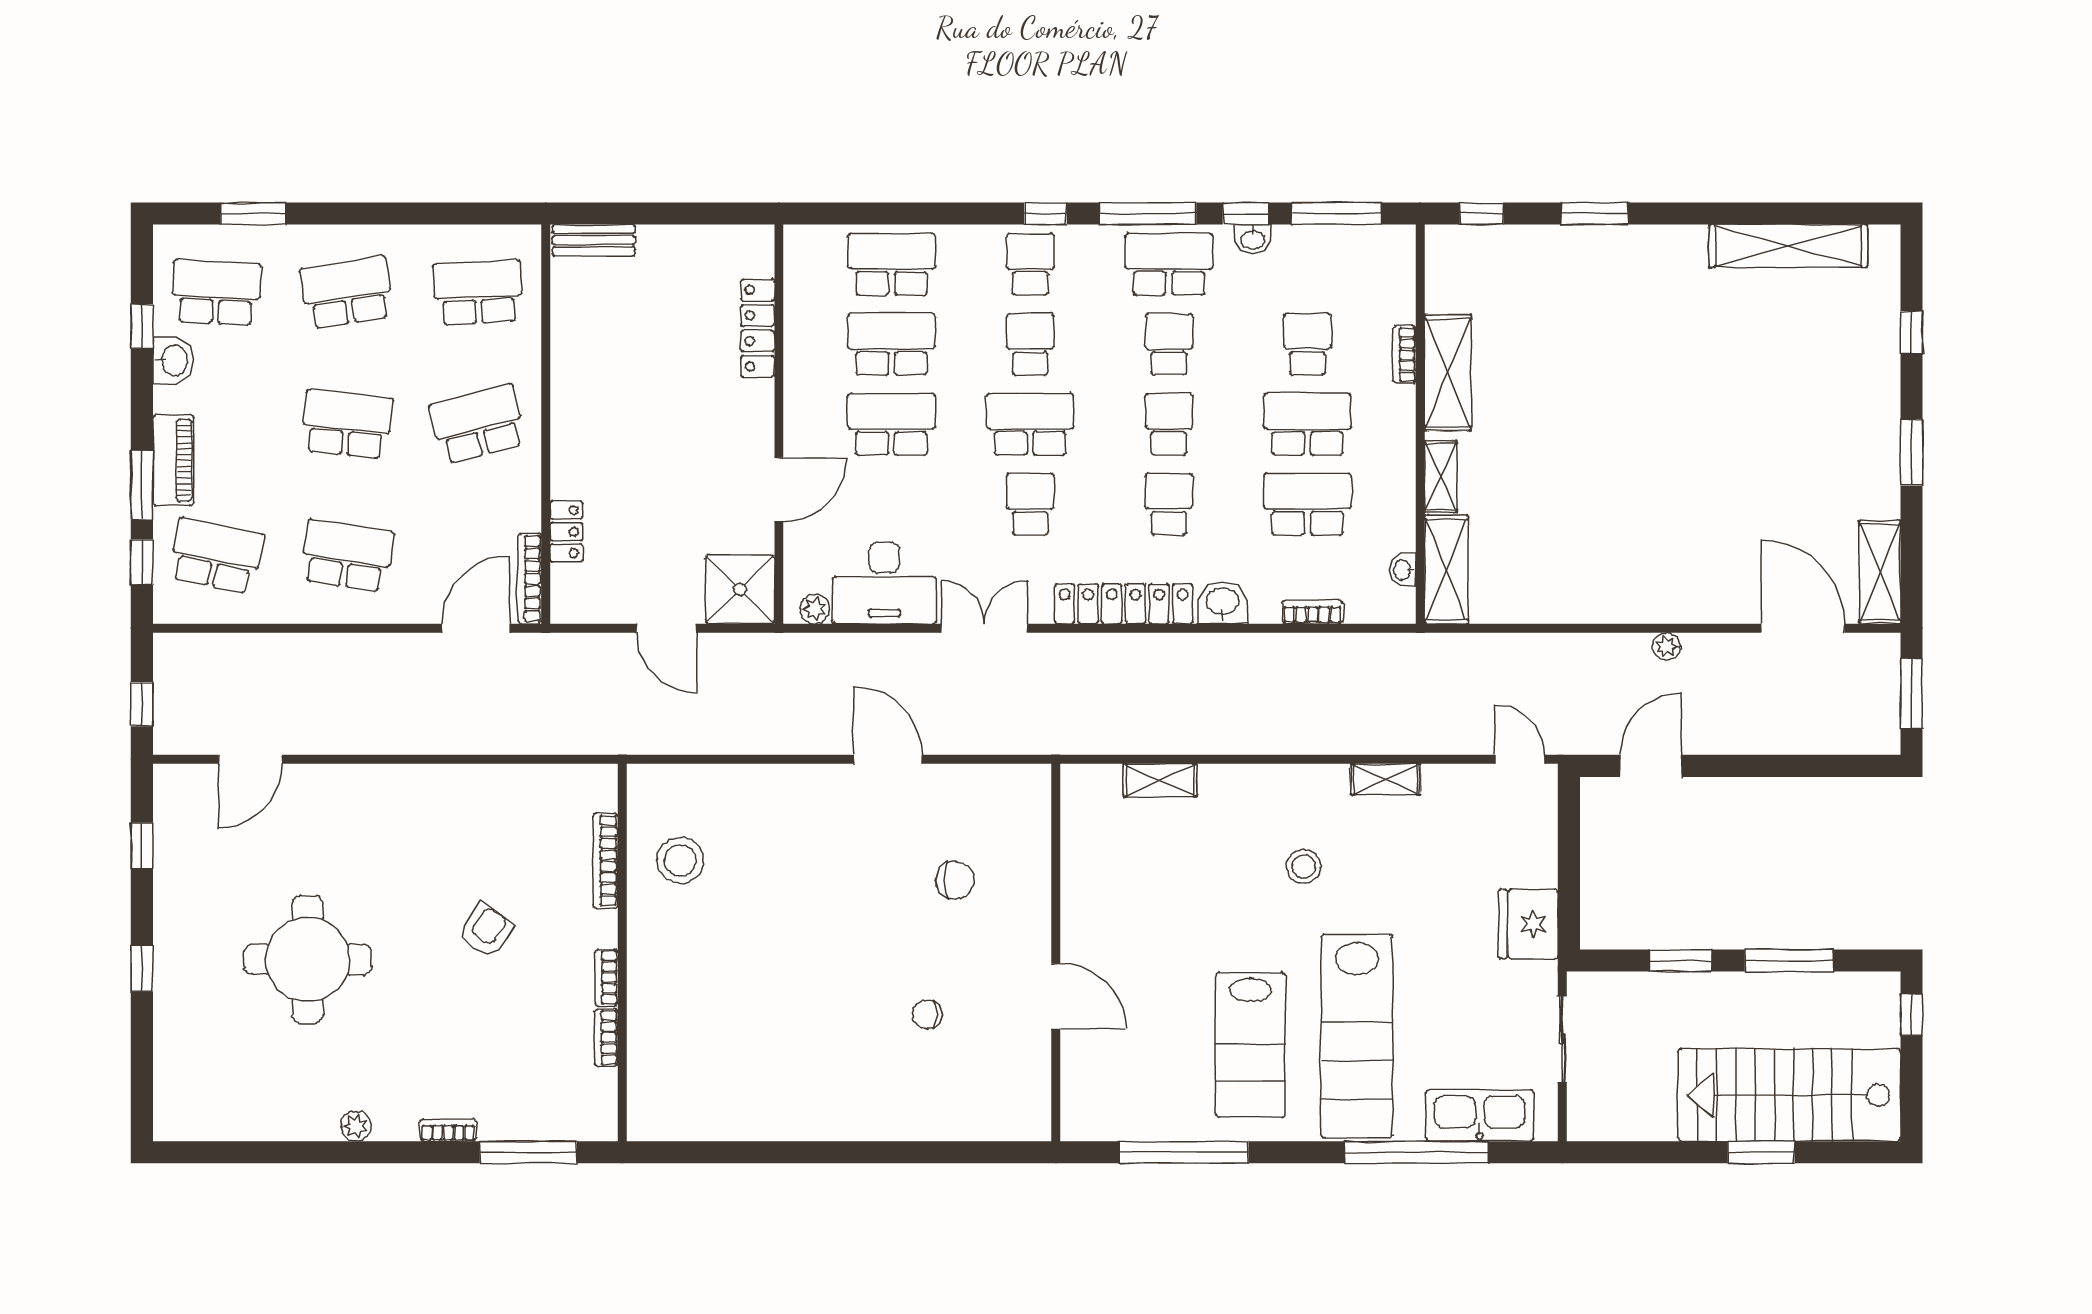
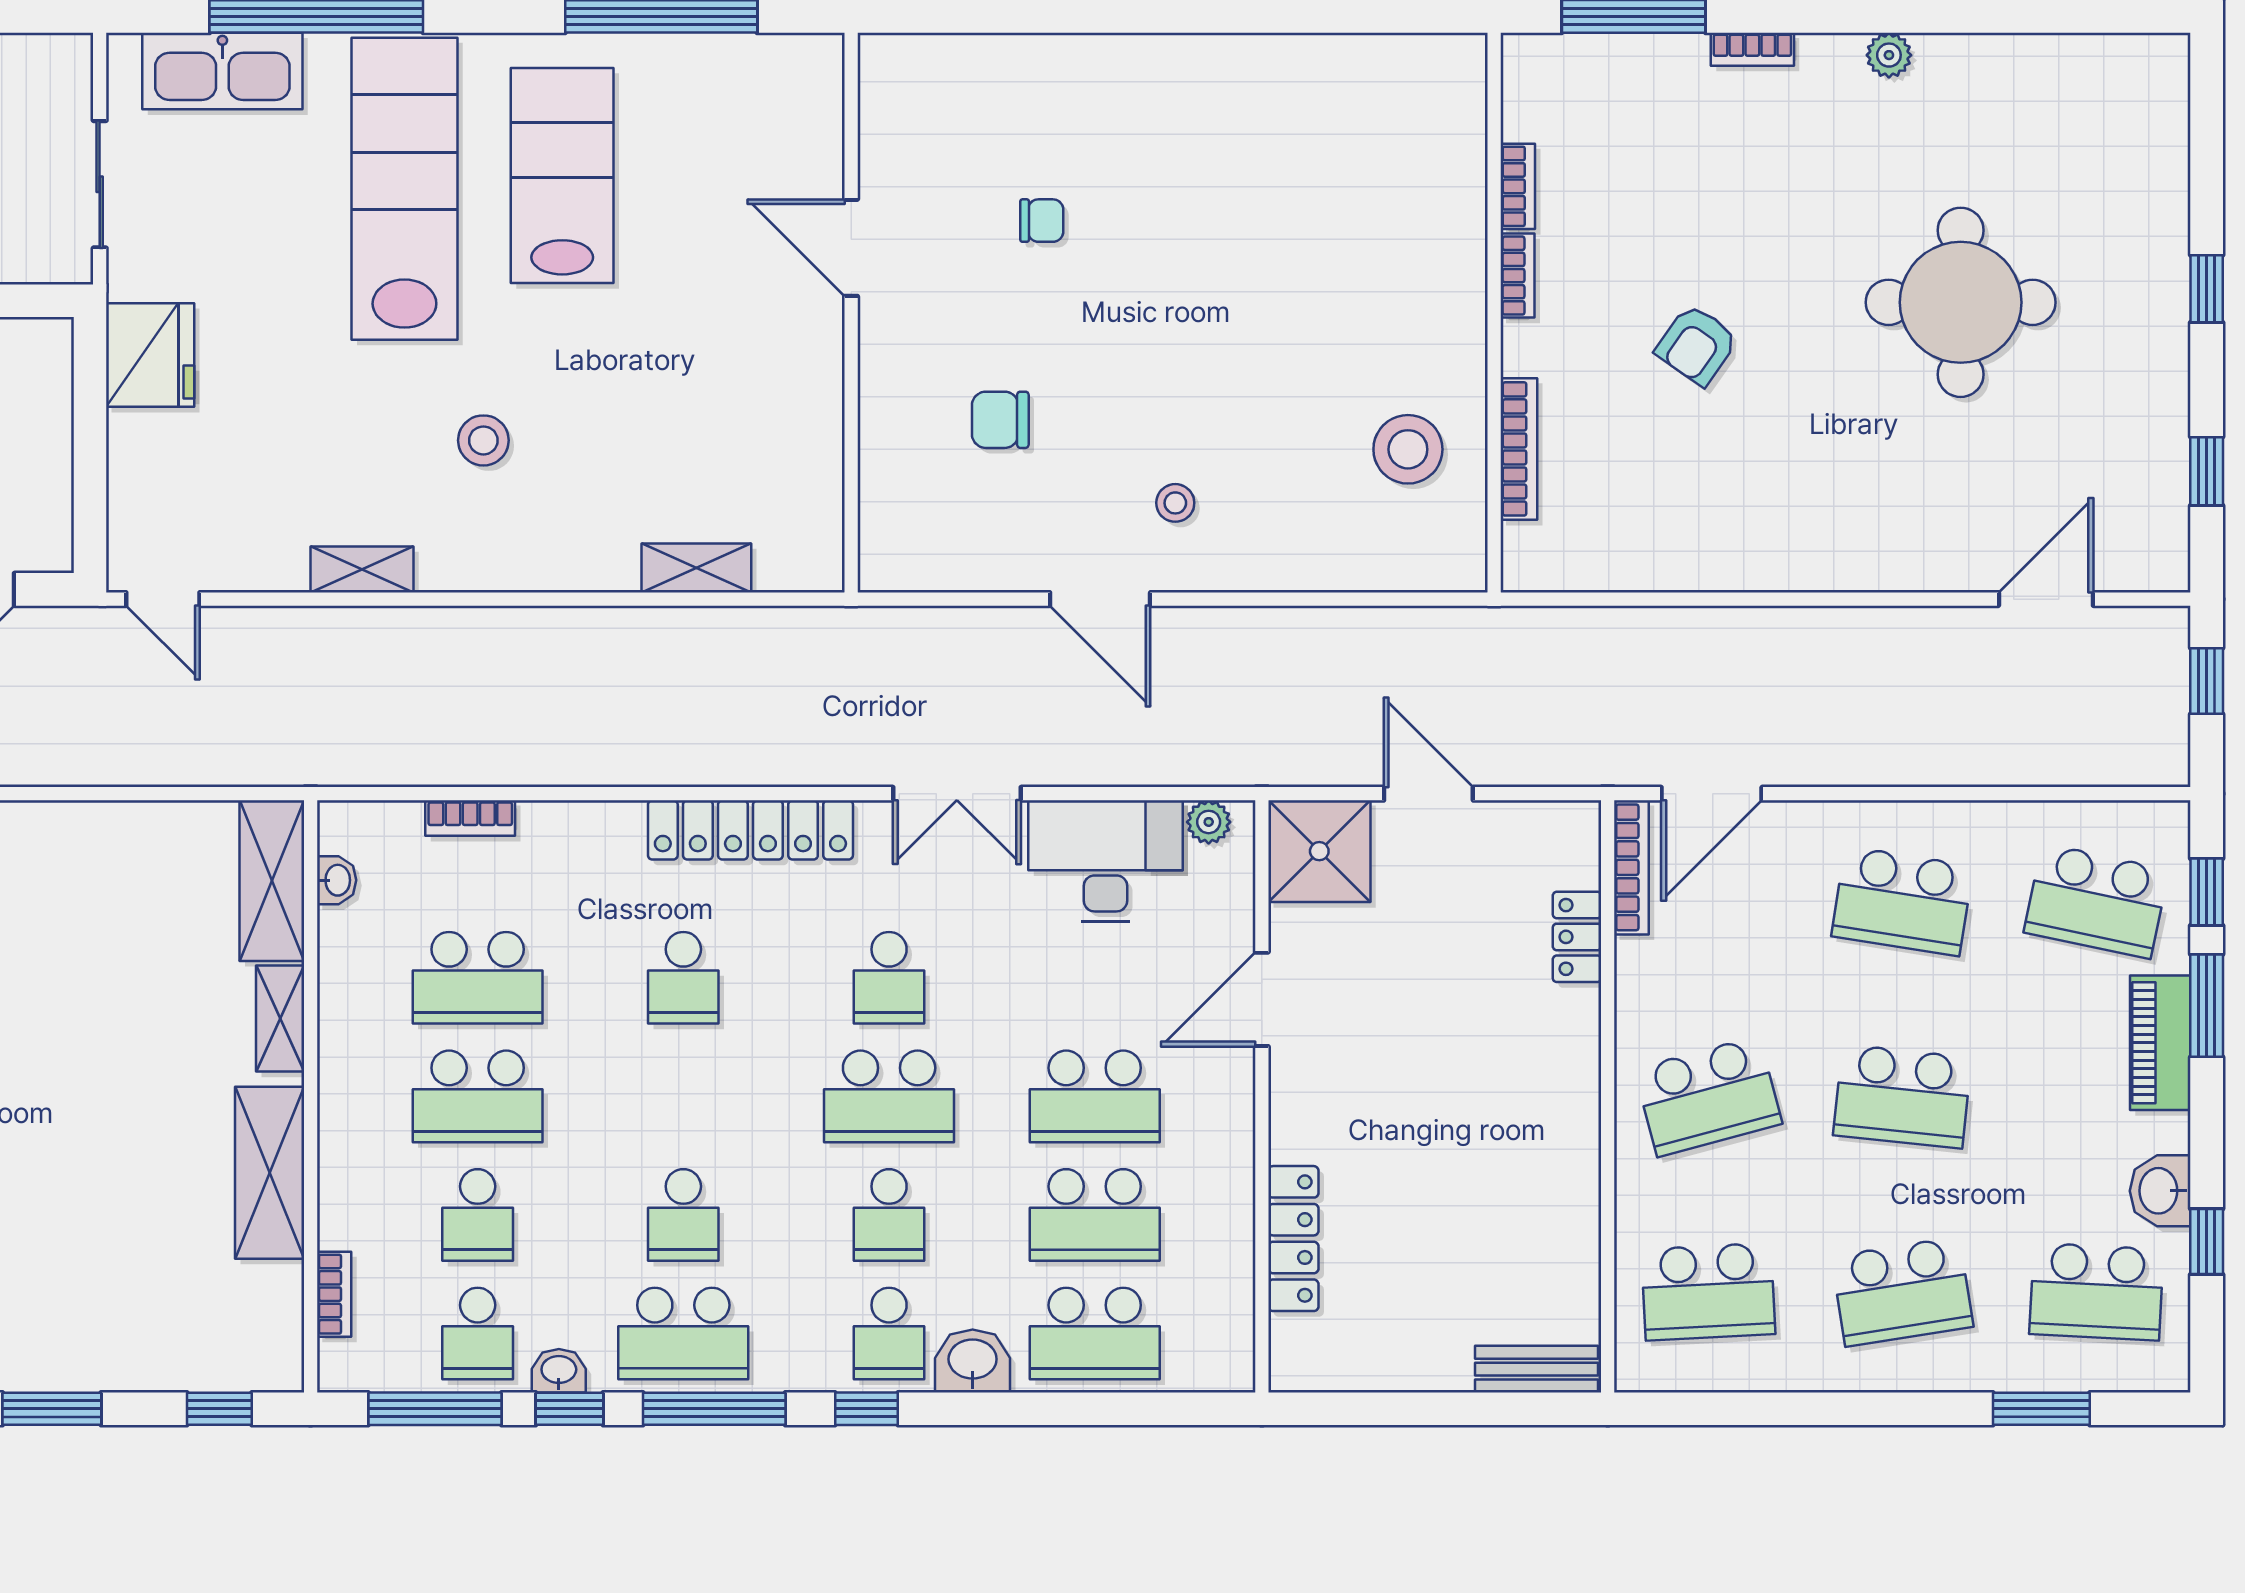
bookcase: (1404, 354) -> (334, 1294), moved
school desk: (1169, 424) -> (478, 1334), moved
washbasin: (1223, 603) -> (973, 1361), moved, turned 180
stool: (837, 824) -> (1175, 503), added

